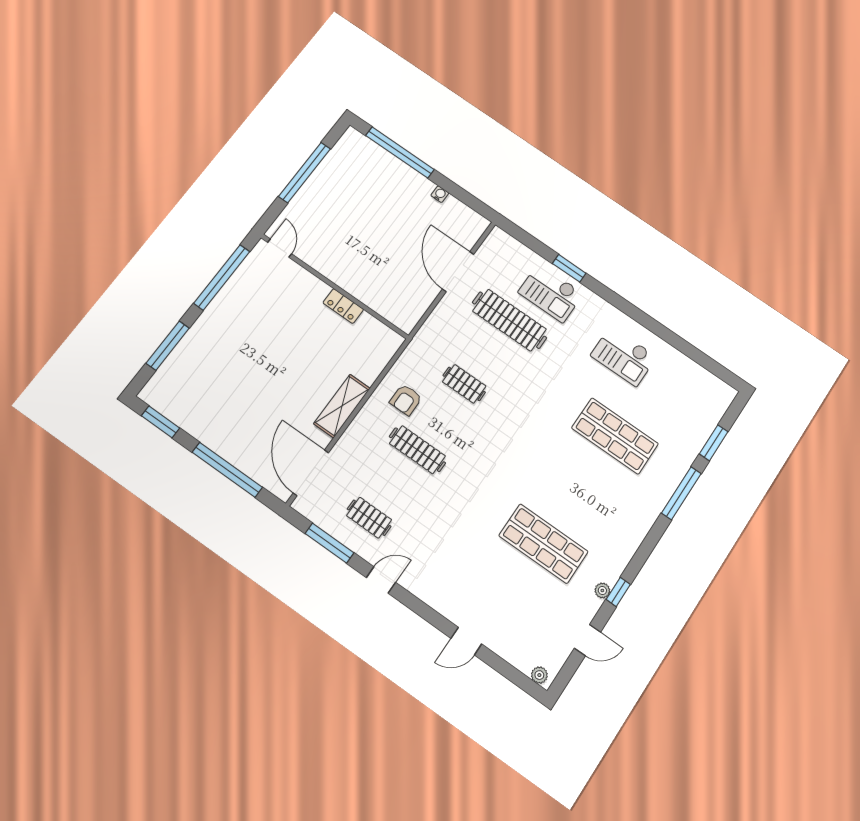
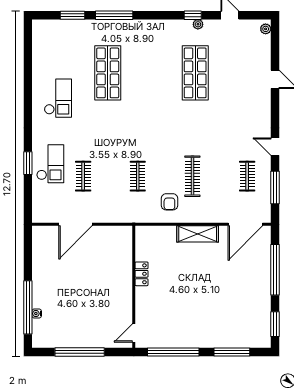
water cooler: (440, 194) -> (37, 314), moved
clothes rail: (509, 320) -> (83, 176), width x0.54, depth x0.76
armchair: (406, 400) -> (169, 202), turned 90

